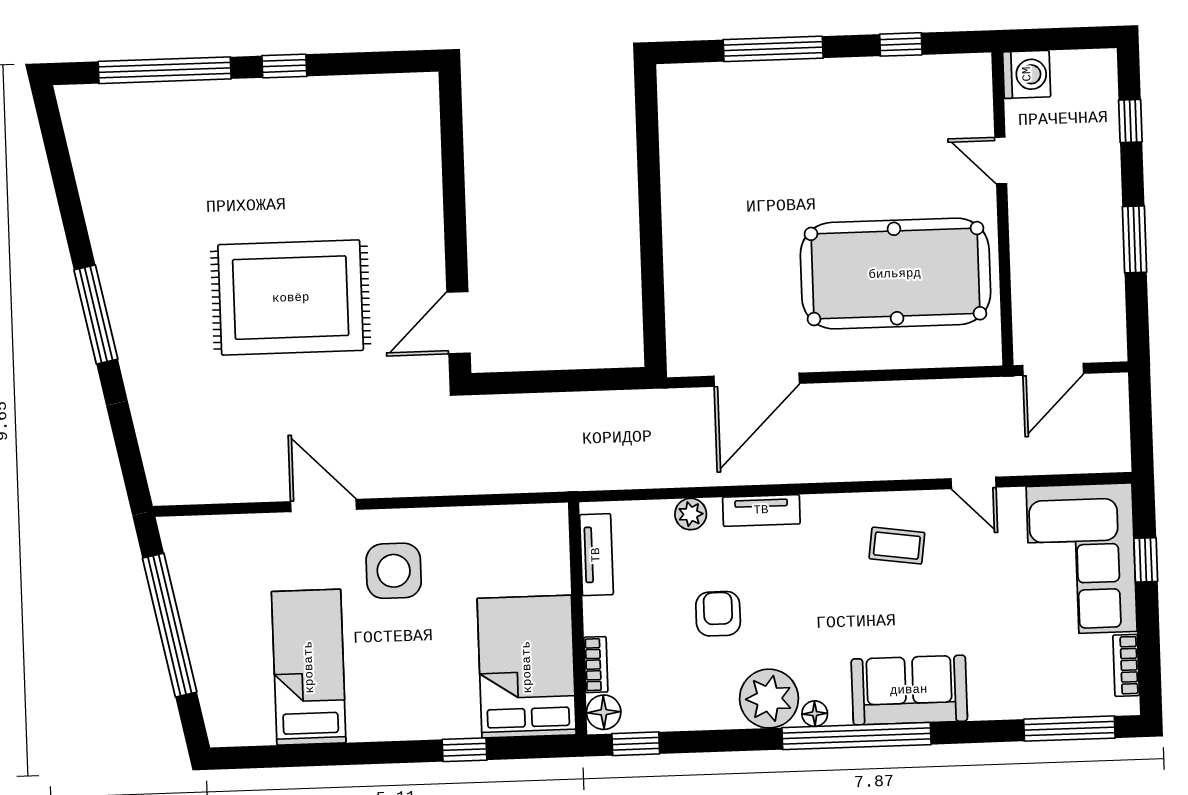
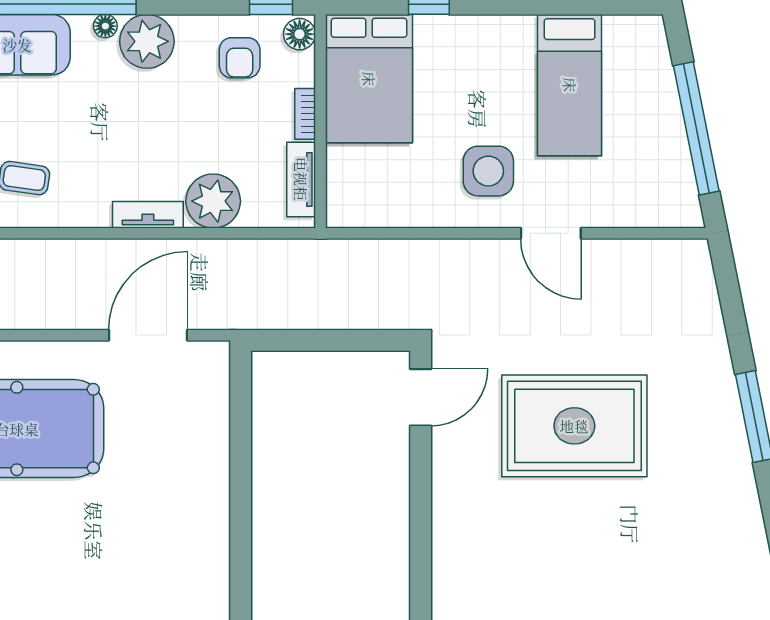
plant: (691, 514) -> (213, 201), width x1.87, depth x1.87
armchair: (718, 614) -> (240, 58), moved
bookcase: (596, 665) -> (305, 114), moved

